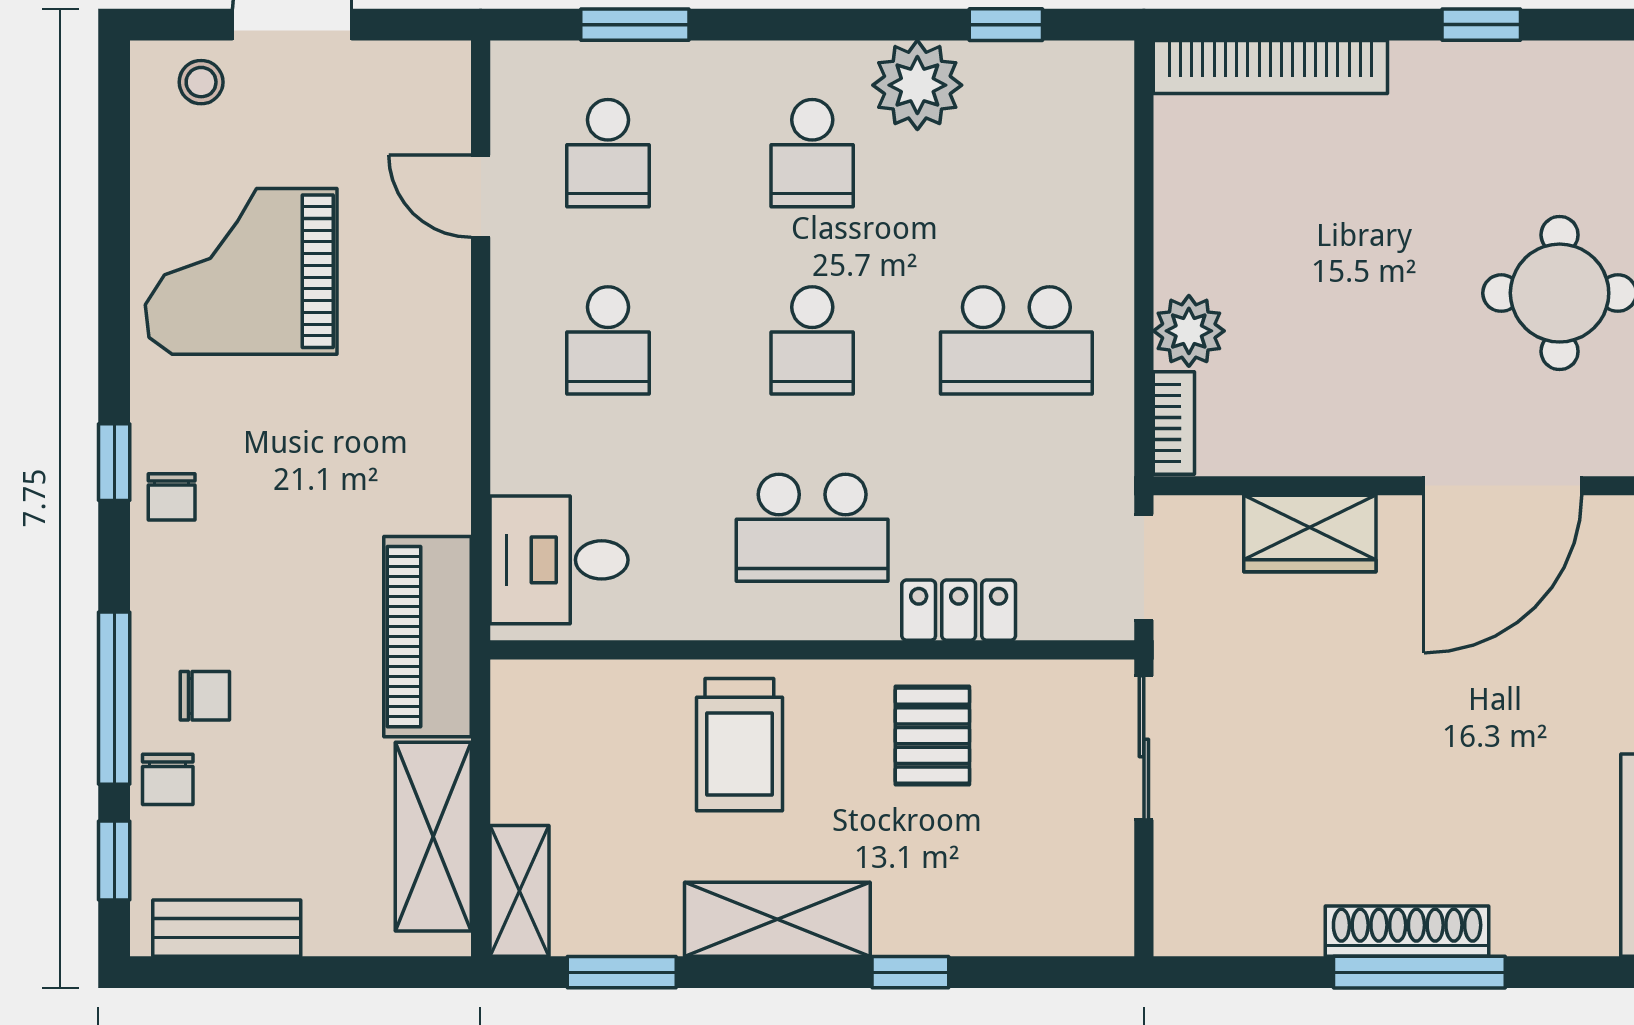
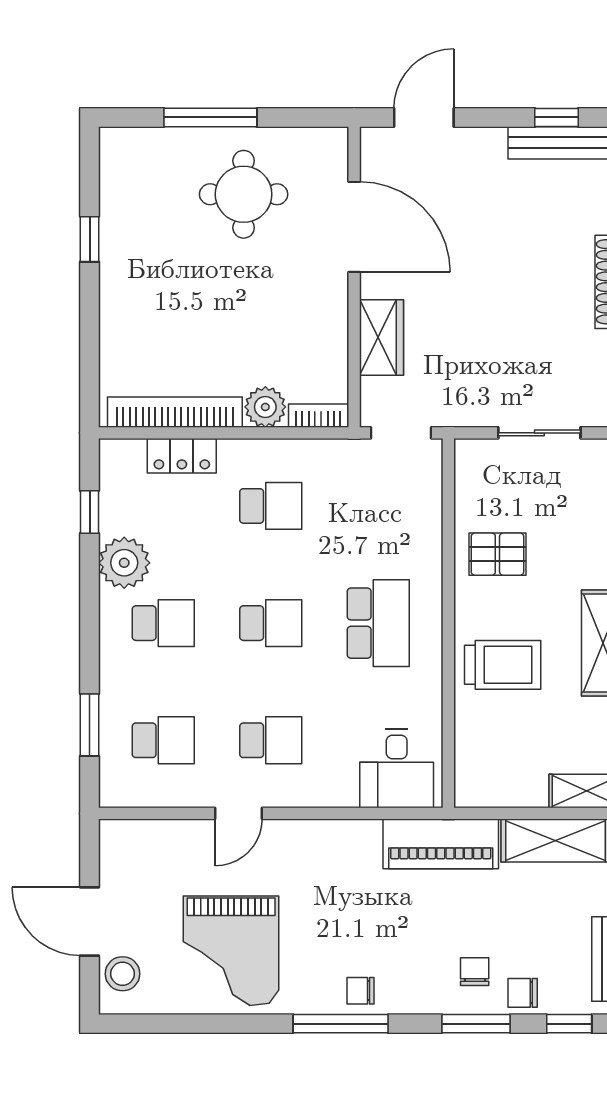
bookcase: (1270, 67) -> (175, 412), moved, turned -90
stool: (201, 82) -> (123, 974), width x1.37, depth x1.37
door: (481, 196) -> (238, 813), moved
school desk: (1016, 340) -> (271, 506), width x0.54
window: (114, 462) -> (341, 1024), width x2.17
chair: (172, 497) -> (361, 991), turned 180
locker: (959, 610) -> (182, 456), moved, turned -90
window: (114, 698) -> (476, 1024), width x0.69
sliding door: (1144, 748) -> (539, 433), moved
chair: (168, 779) -> (523, 993), turned 180

